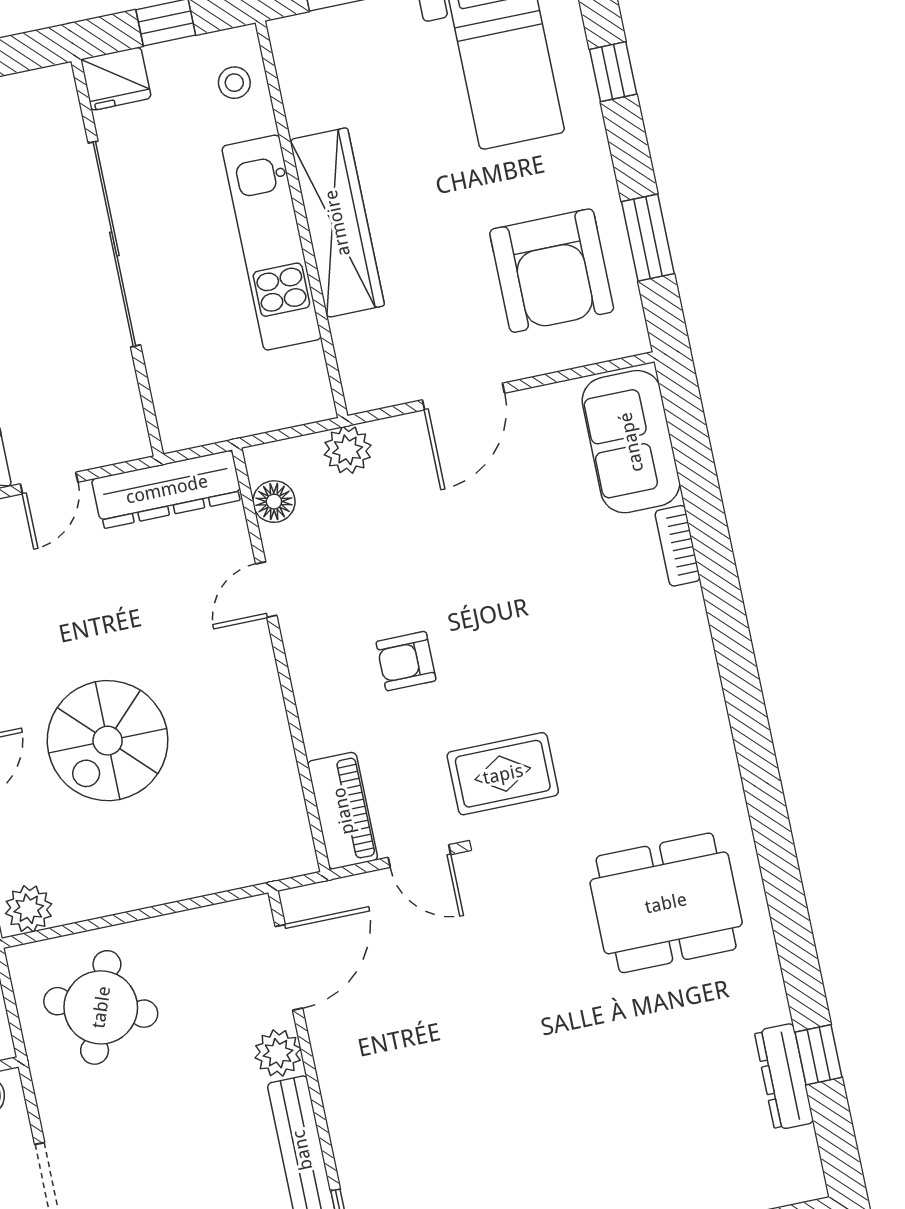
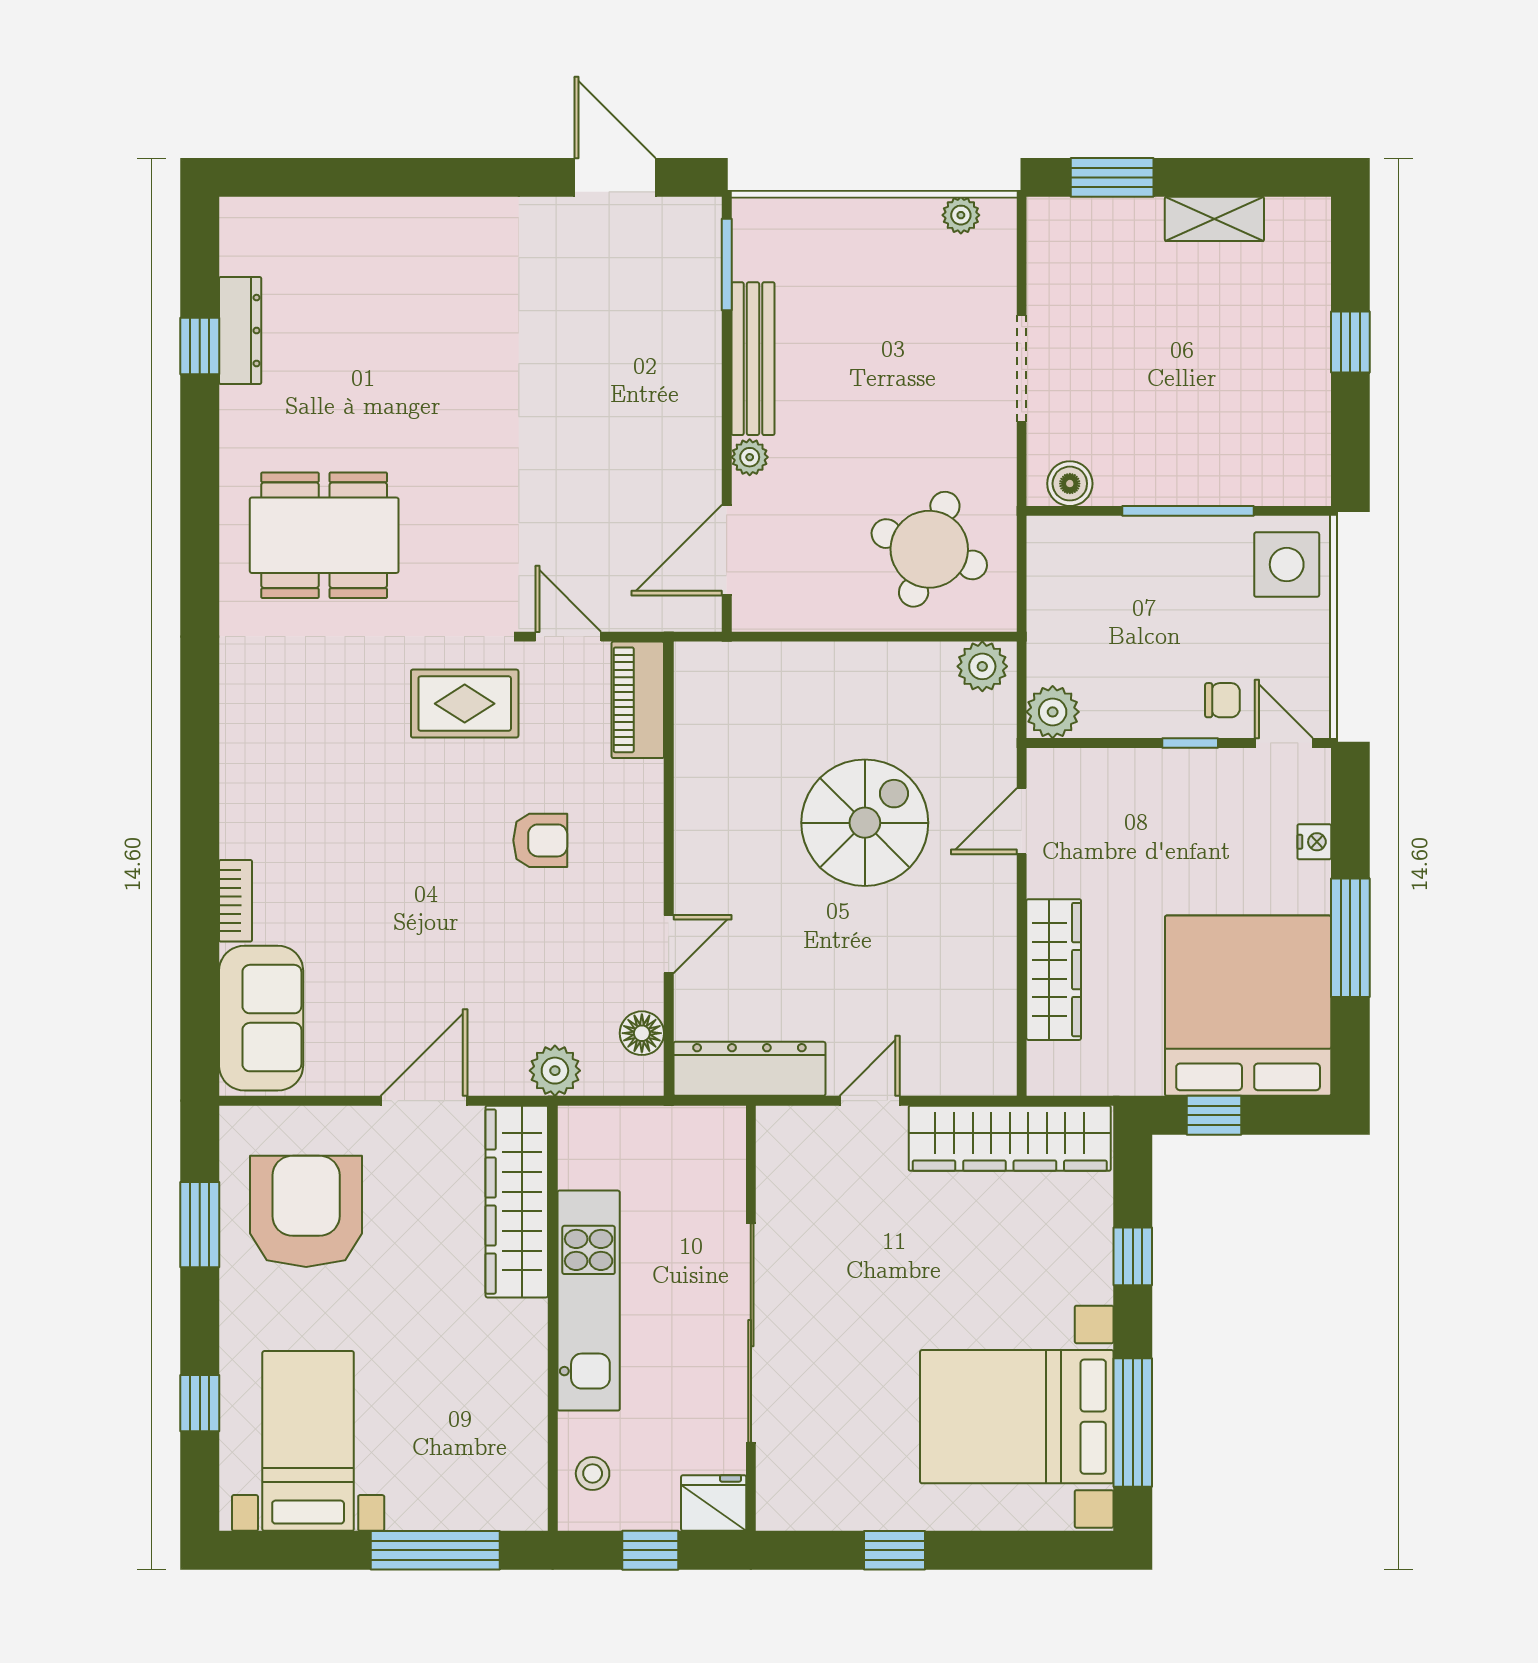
wardrobe: (337, 223) -> (517, 1202), moved
plant: (278, 1053) -> (750, 457), width x0.73, depth x0.73

